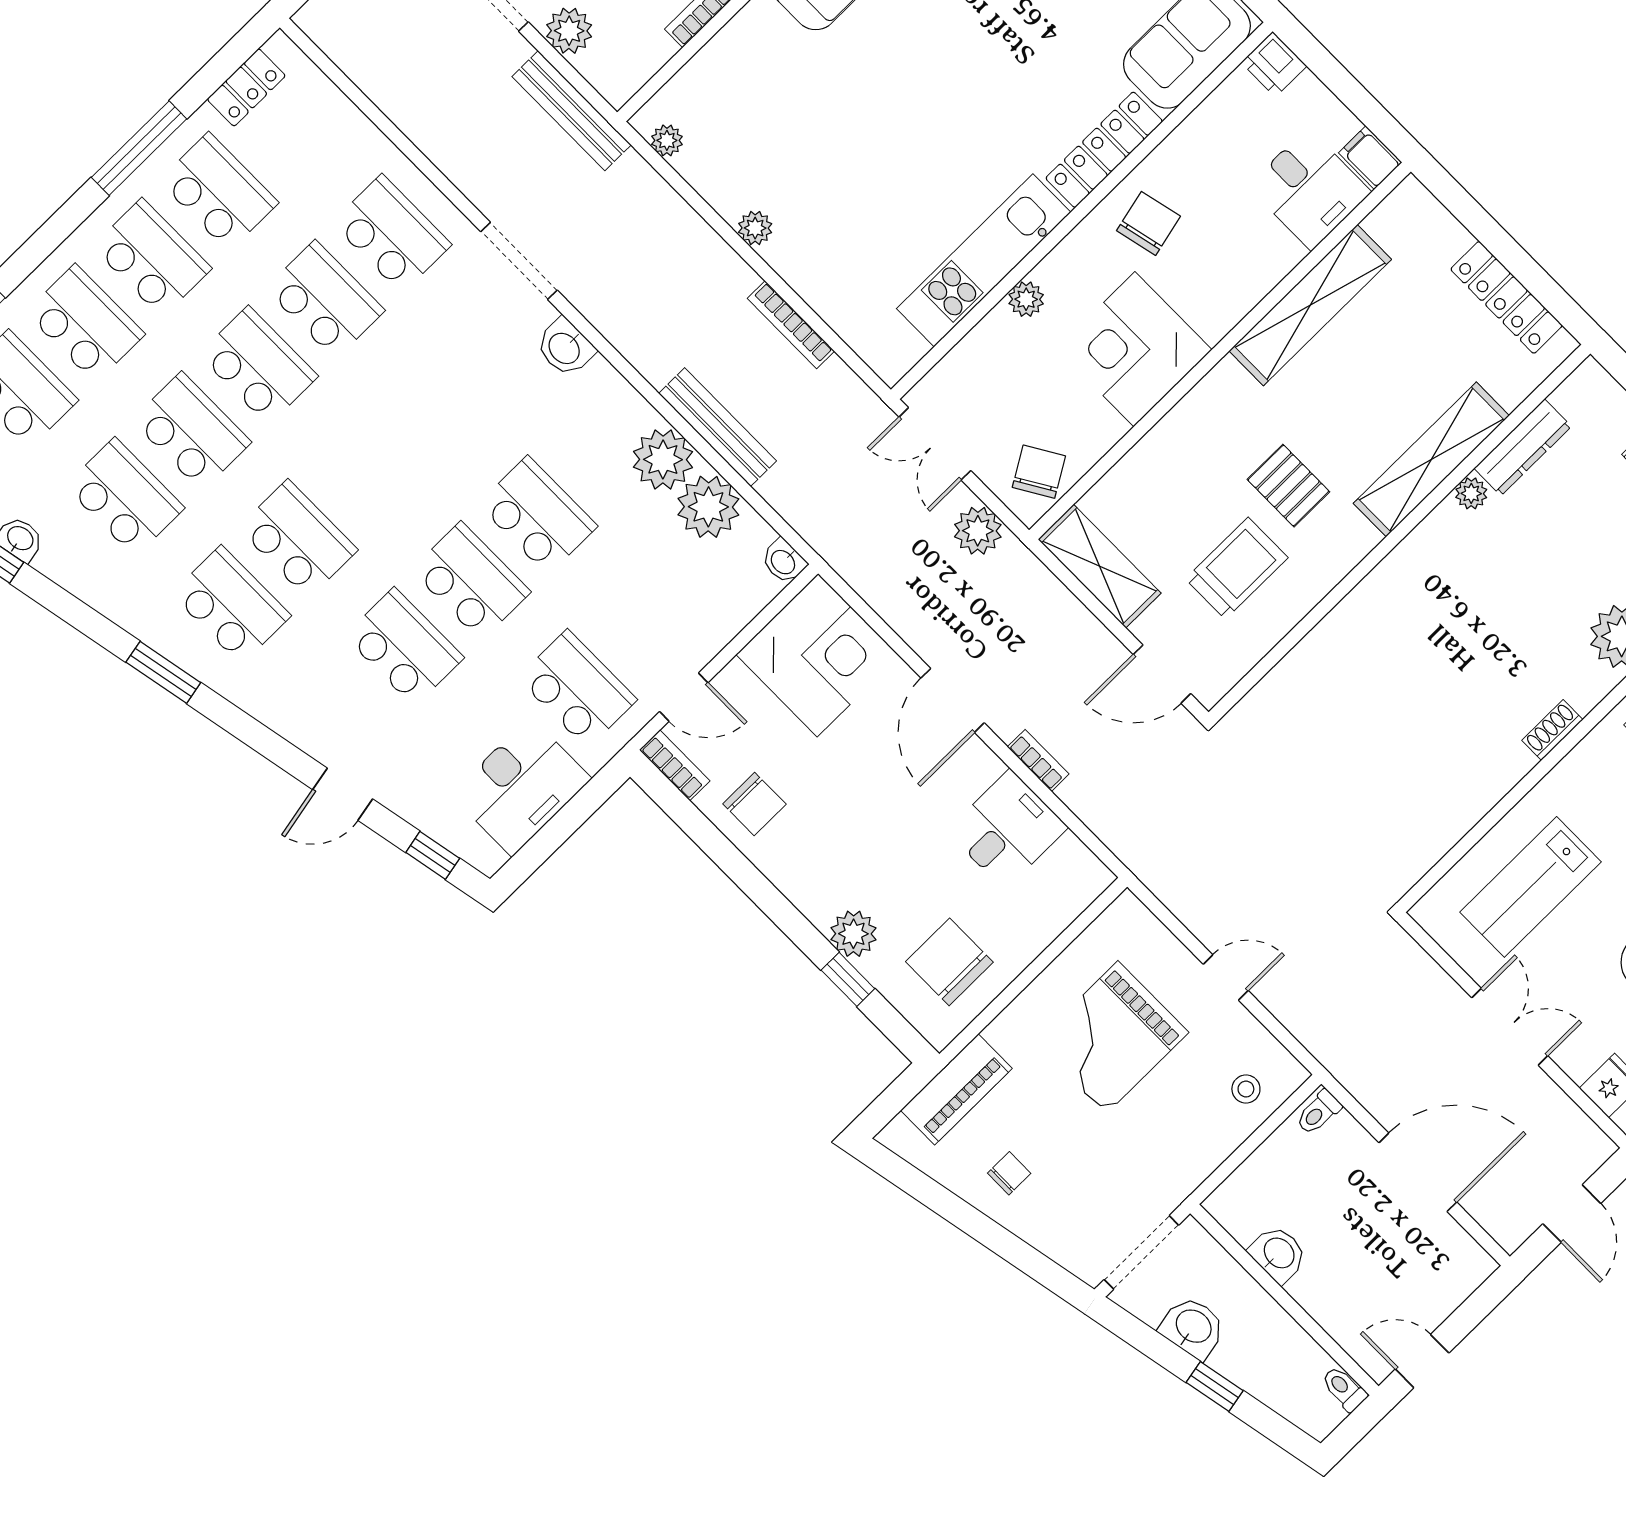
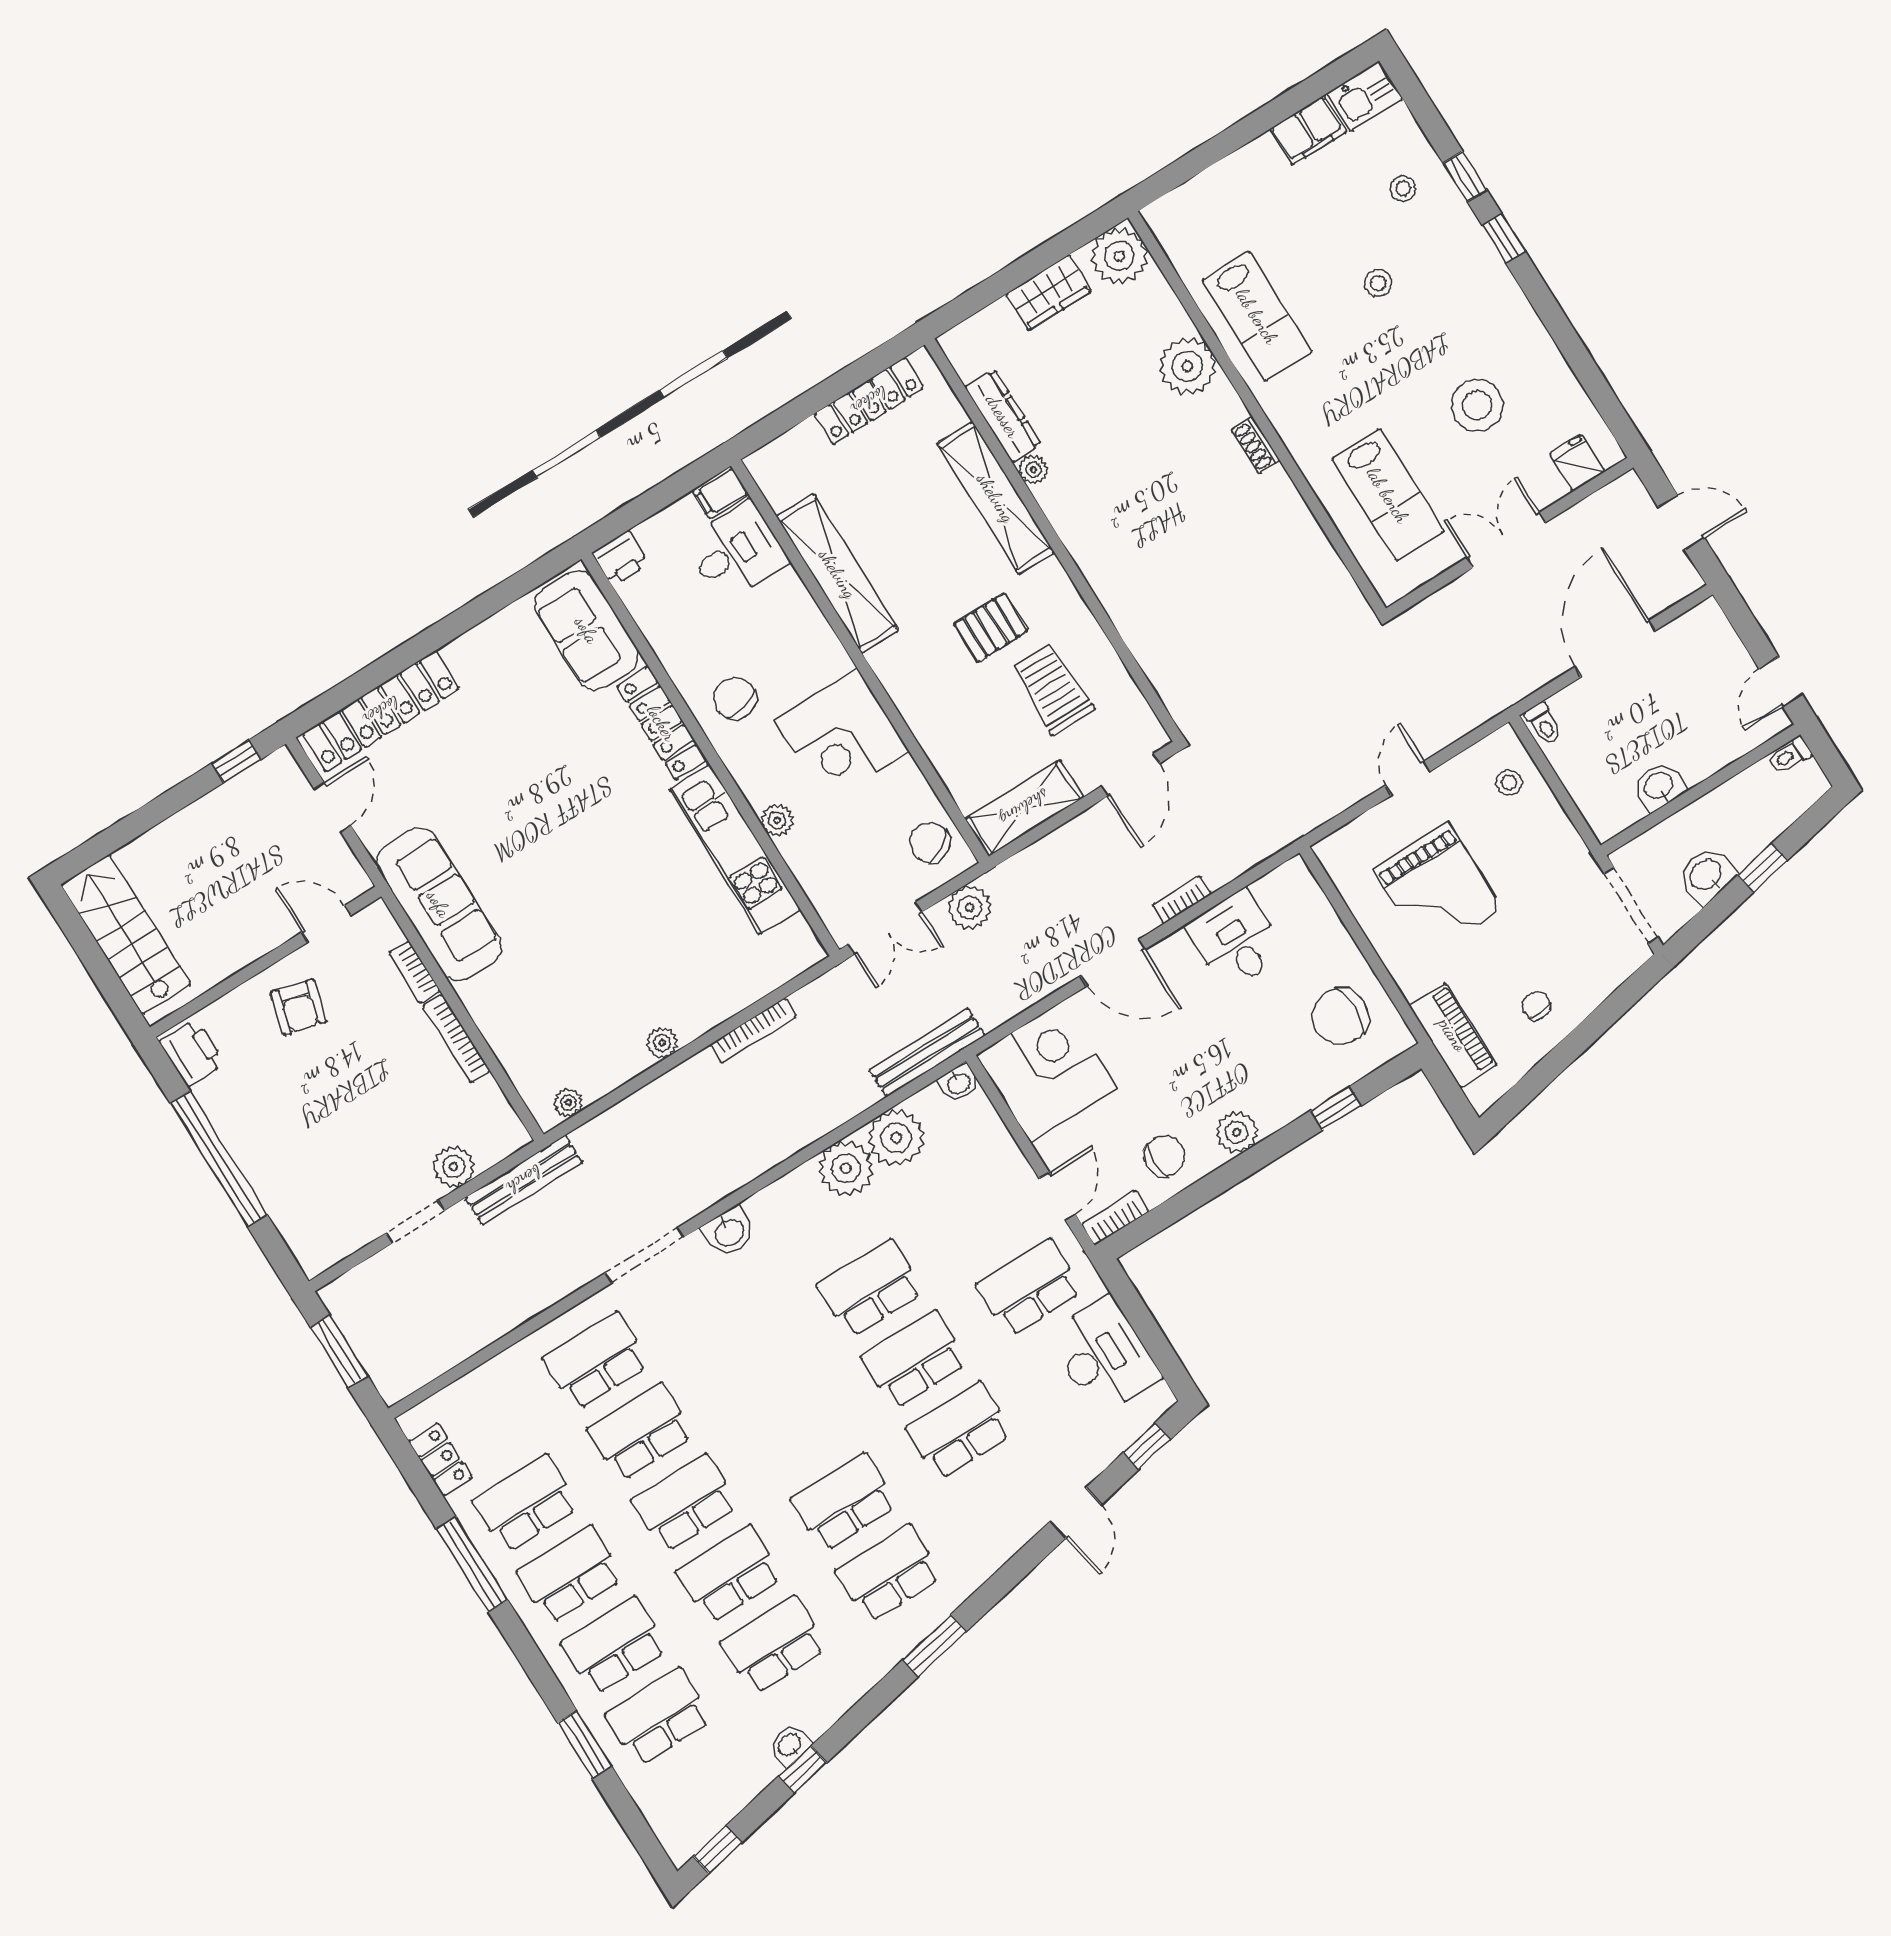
bench: (718, 427) -> (927, 1053), moved
plant: (853, 934) -> (1237, 1132), moved

